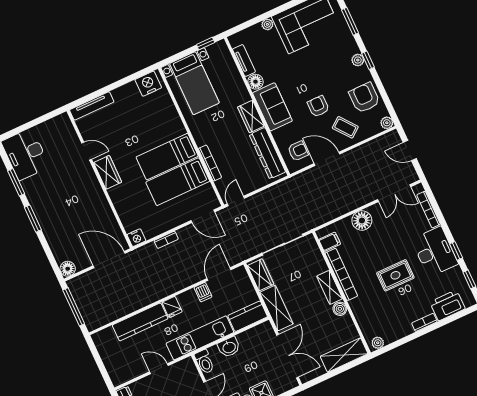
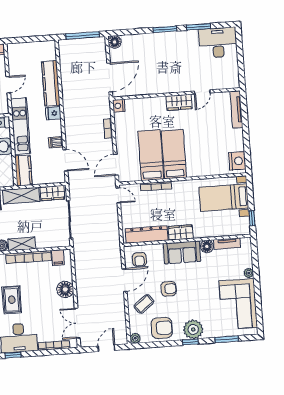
plant: (358, 60) -> (193, 329), width x1.88, depth x1.88

